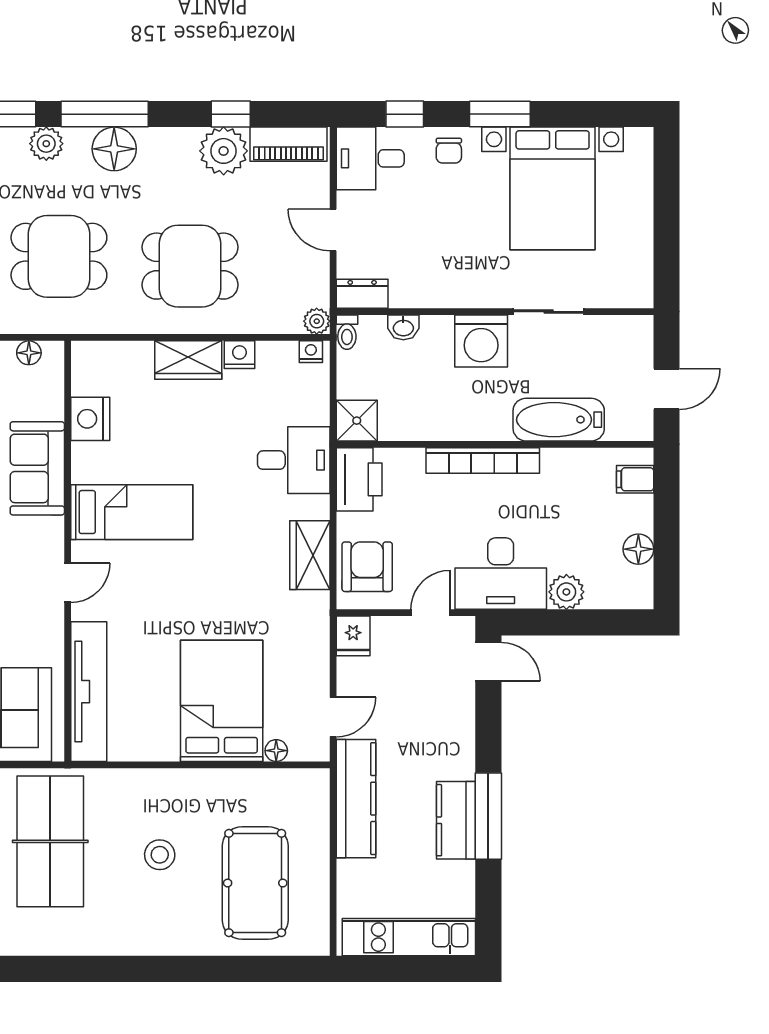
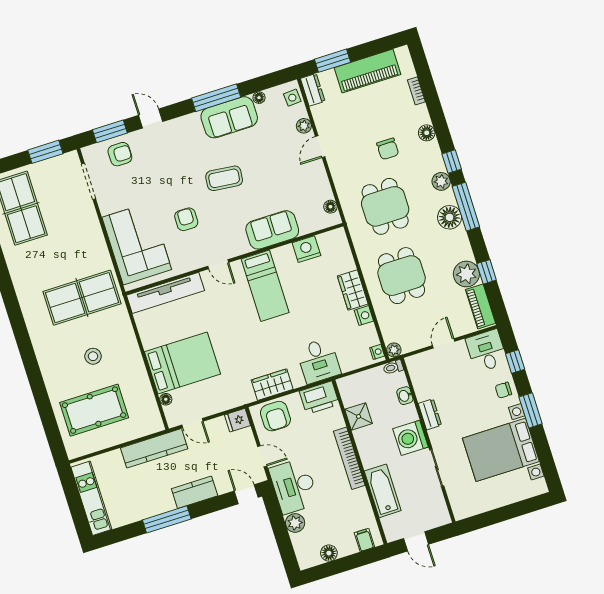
dresser: (362, 294) -> (430, 414), moved
shower: (357, 421) -> (359, 416), moved
armchair: (367, 567) -> (275, 416), turned 90
door: (488, 662) -> (246, 494), swing flipped
kitchen counter: (456, 820) -> (195, 492), moved

